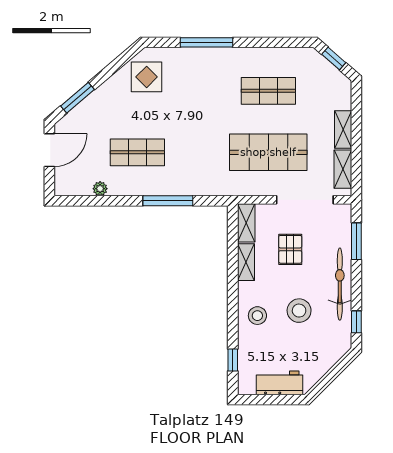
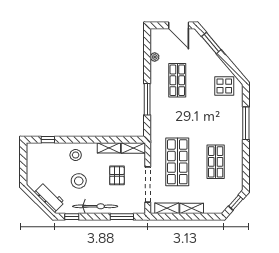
pallet: (290, 249) -> (117, 175), turned 90
workbench: (280, 383) -> (49, 197), moved, turned -45

